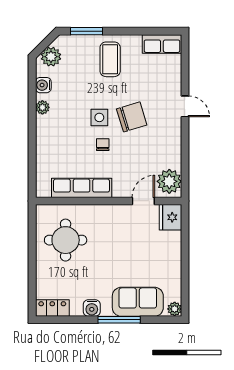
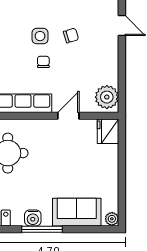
chair: (132, 117) -> (71, 35), width x0.54, depth x0.54
door: (143, 201) -> (68, 116), moved
window: (119, 320) -> (42, 229), moved

